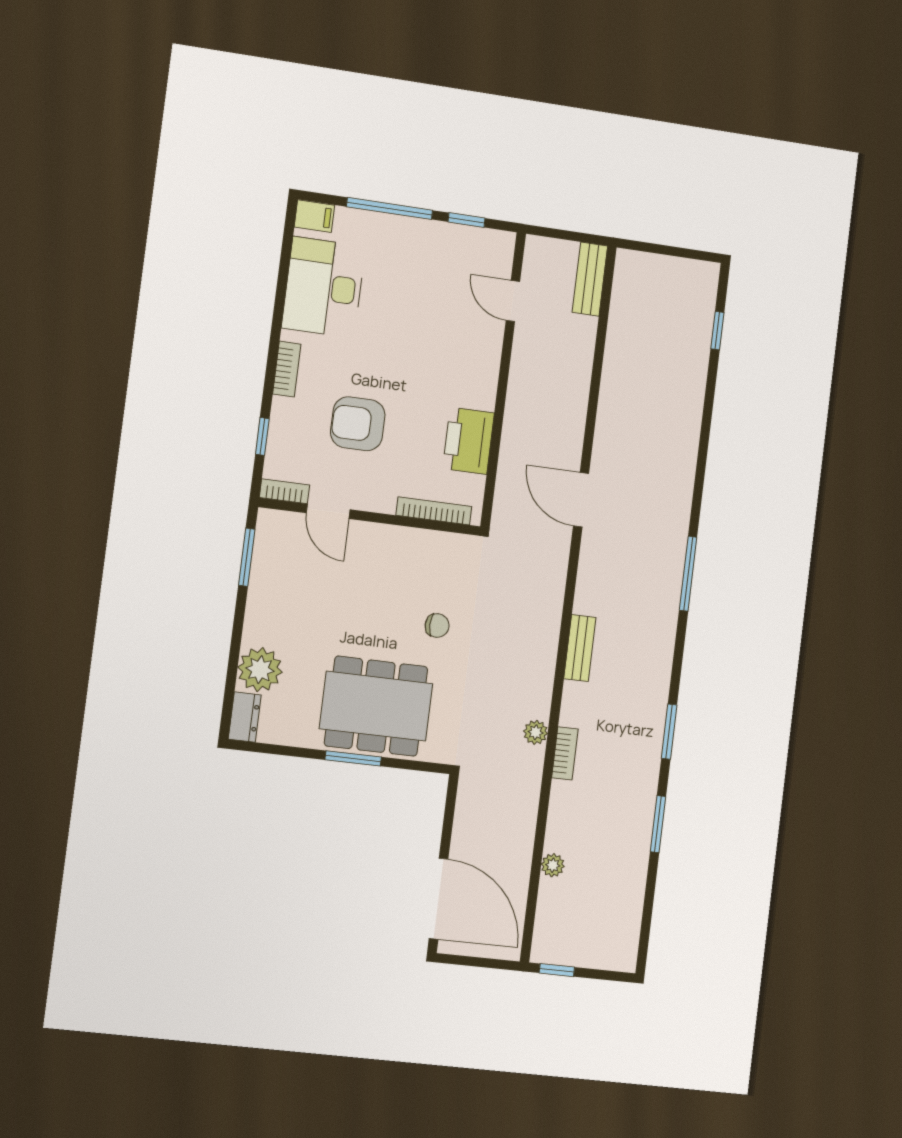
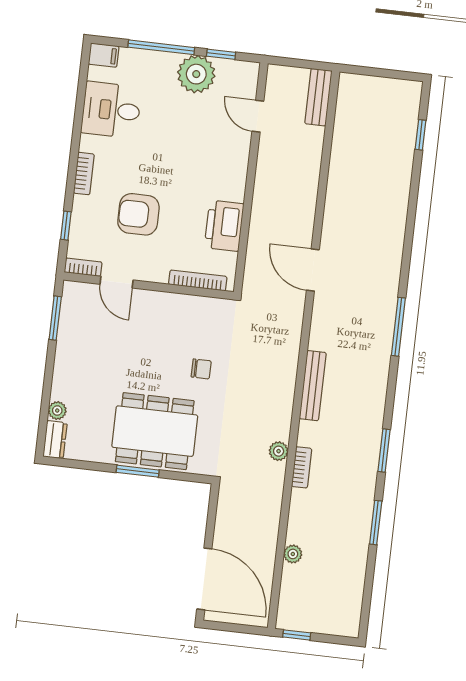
plant: (434, 245) -> (196, 74), added
desk: (324, 287) -> (111, 110), width x0.73
bench: (580, 648) -> (313, 386), width x1.36
plant: (260, 670) -> (57, 411), width x0.53, depth x0.53

